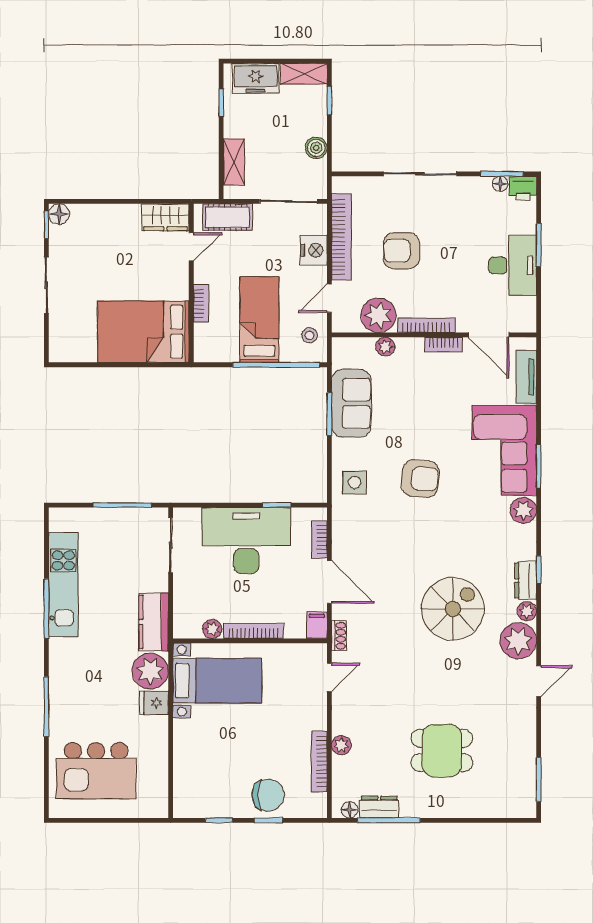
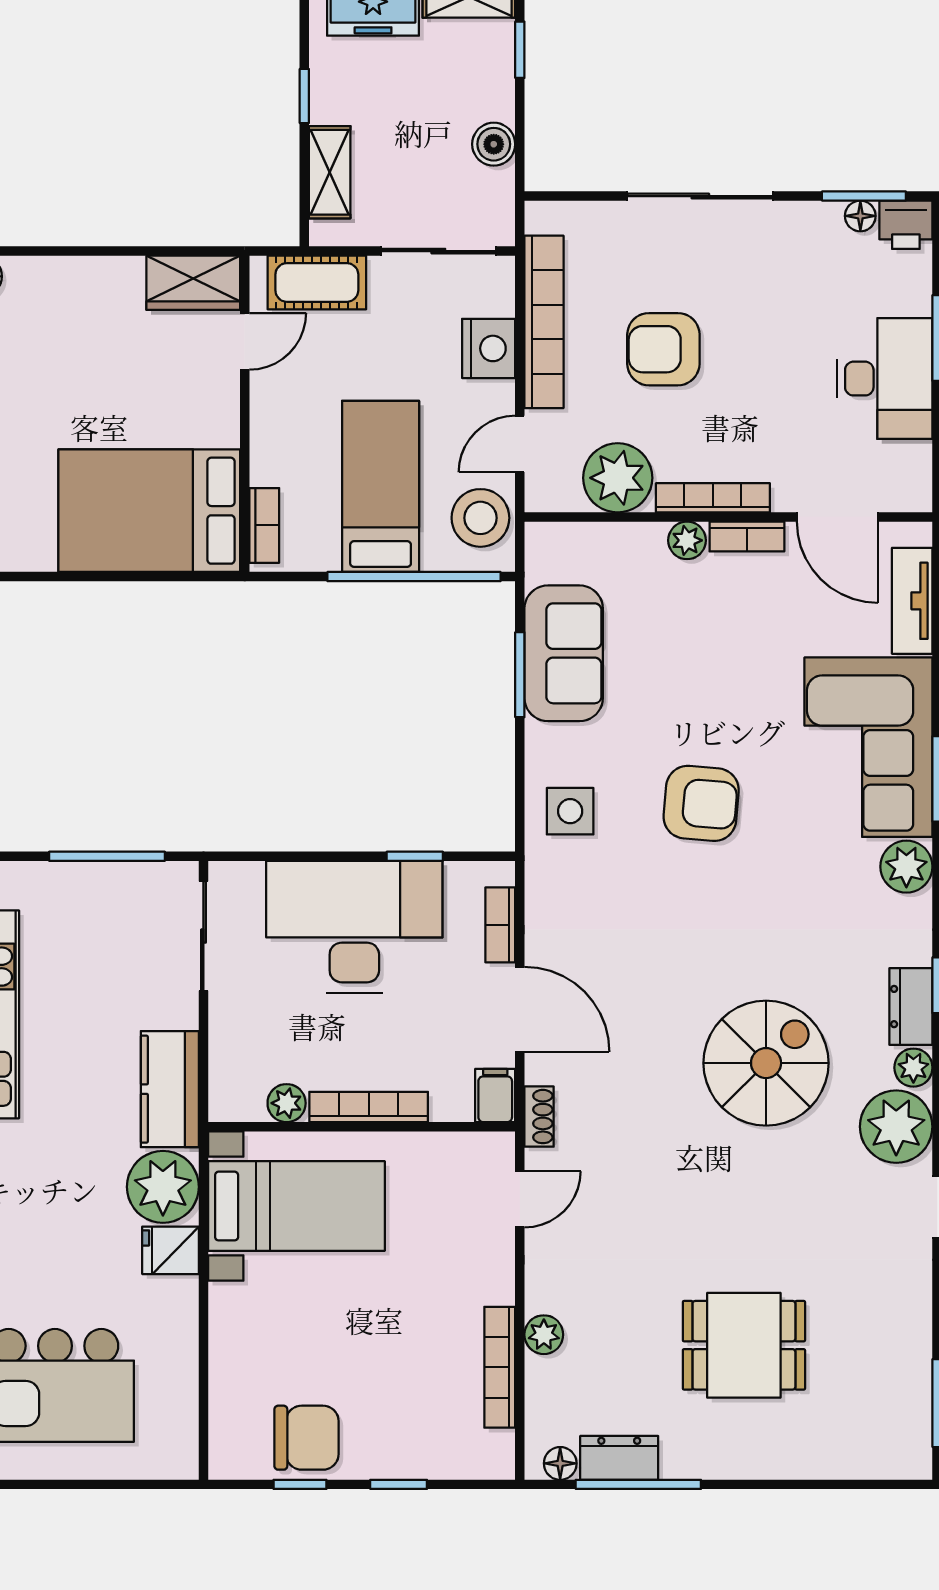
window: (221, 103) -> (304, 96), moved
bookcase: (201, 303) -> (264, 525), moved
stool: (310, 335) -> (480, 518), width x1.89, depth x1.89
plant: (385, 347) -> (687, 540), moved
chair: (268, 795) -> (307, 1438), moved

